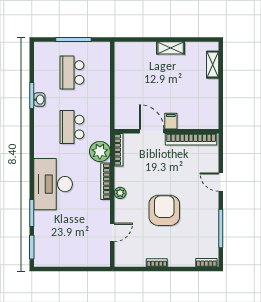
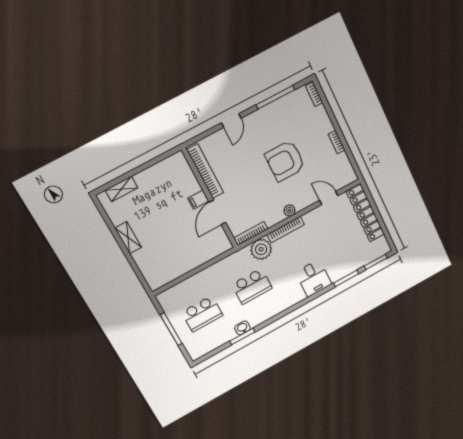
desk: (53, 184) -> (314, 278), width x0.53, depth x0.77
locker: (81, 259) -> (365, 213), added

